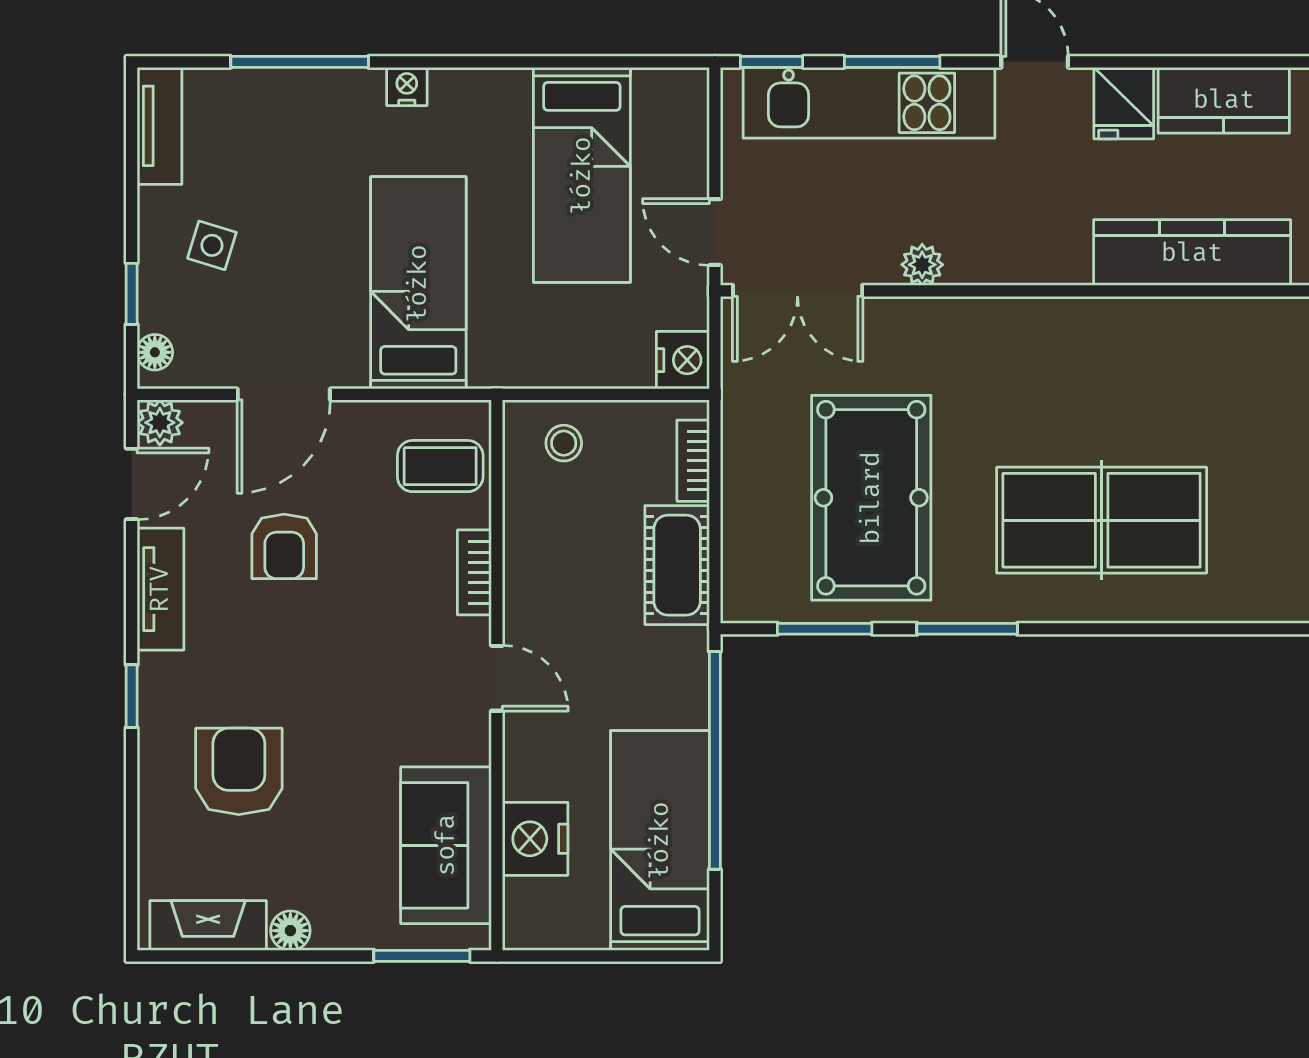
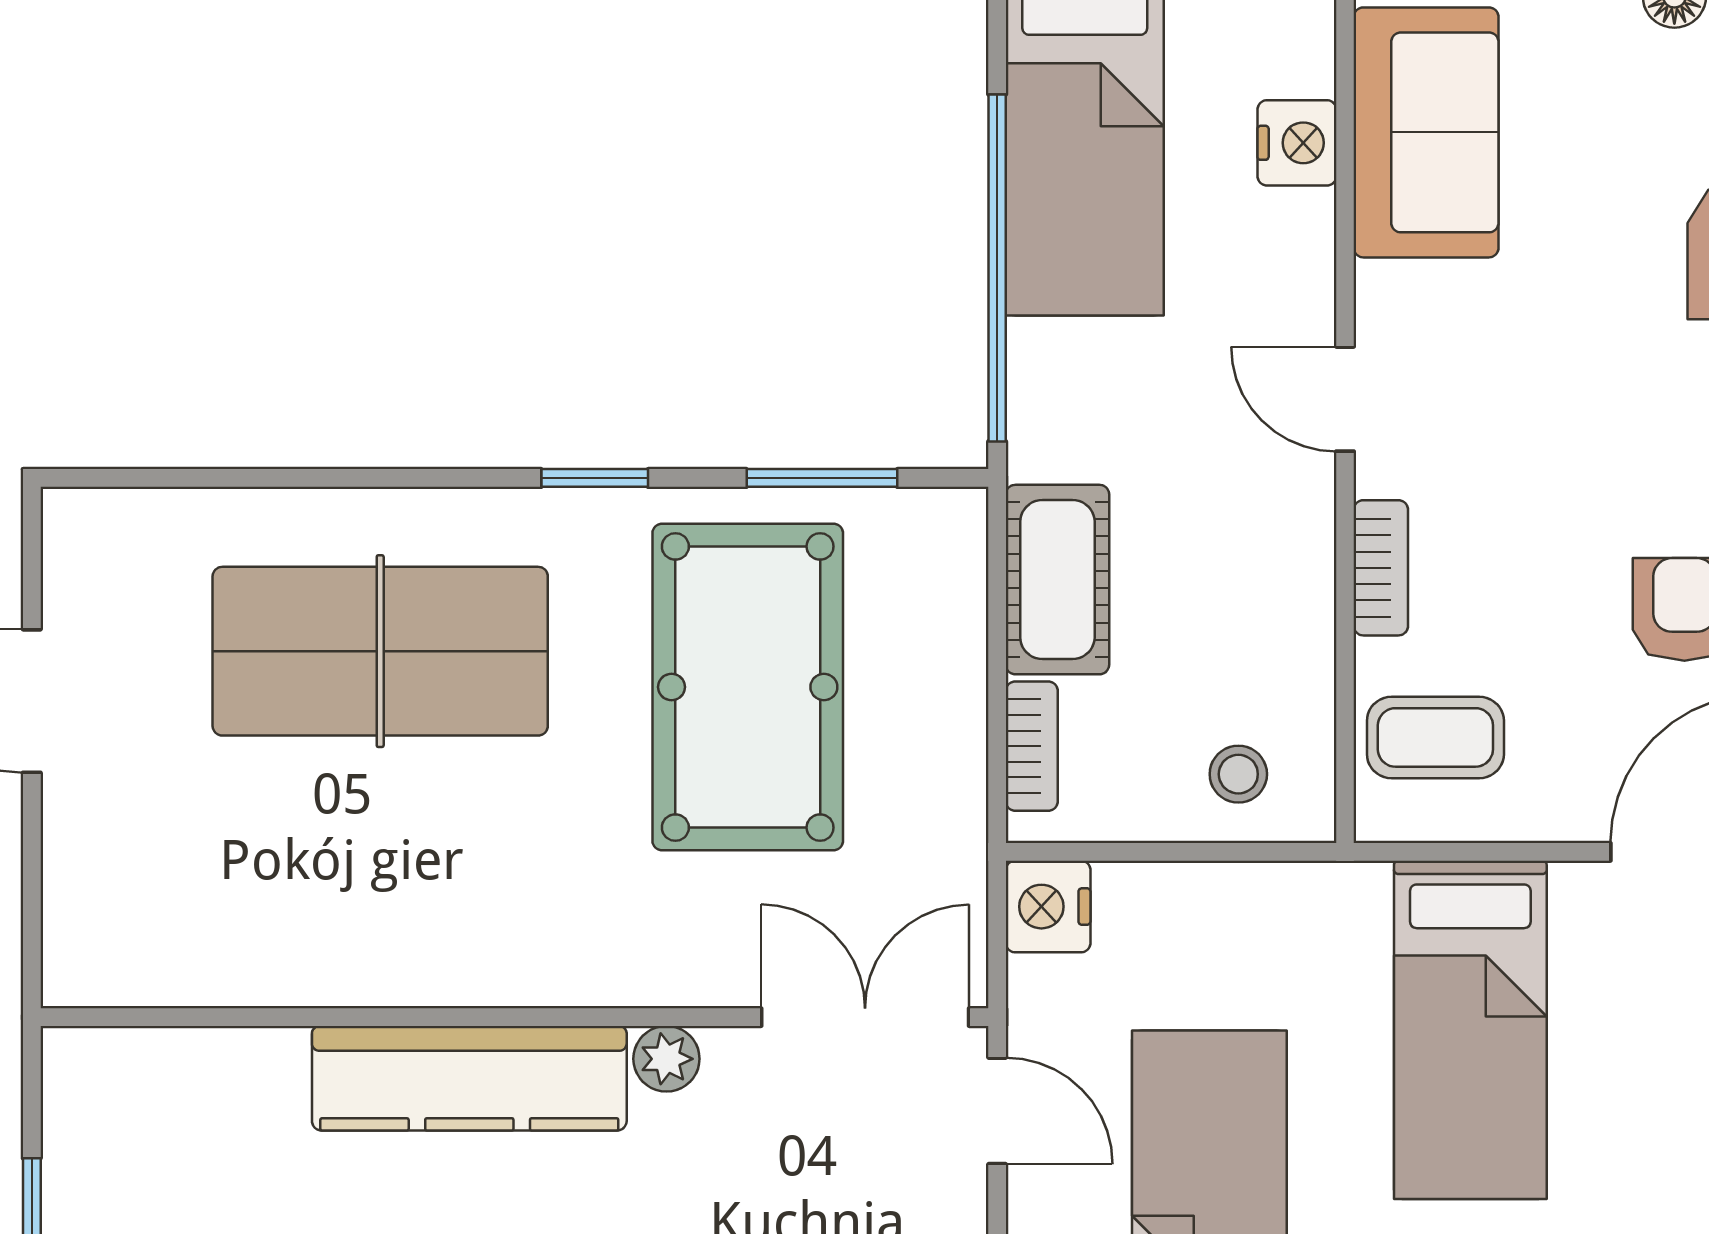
kitchen counter: (1192, 253) -> (469, 1078), moved
window: (967, 629) -> (595, 478), width x0.67
nightstand: (535, 839) -> (1297, 143), width x0.74, depth x0.75

